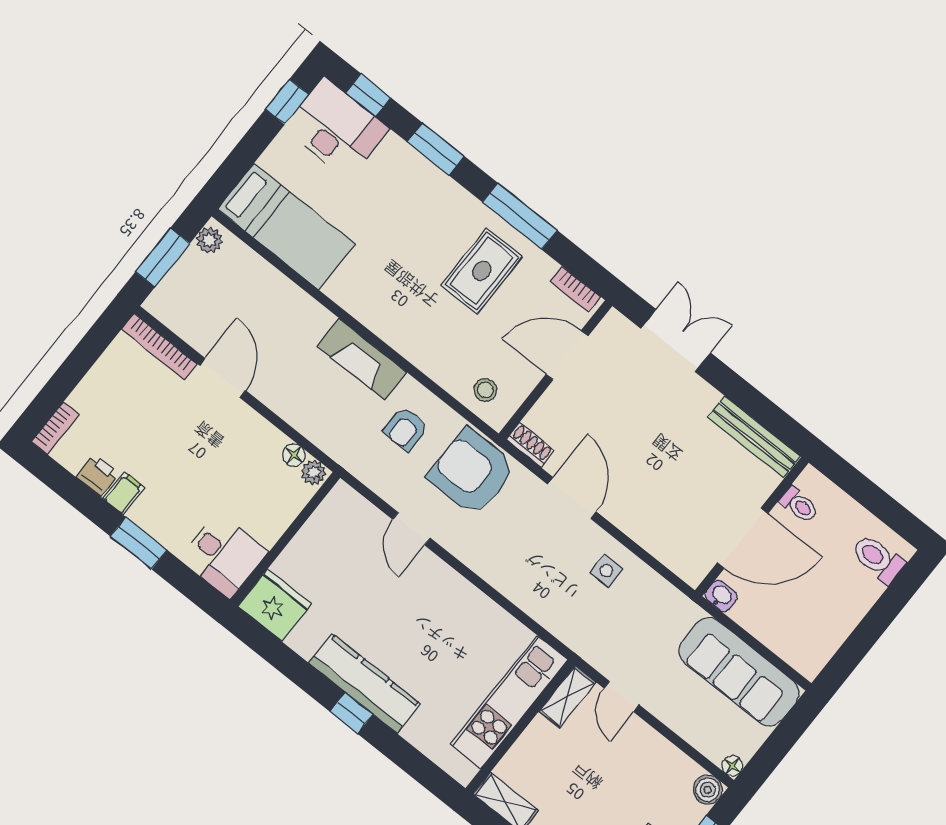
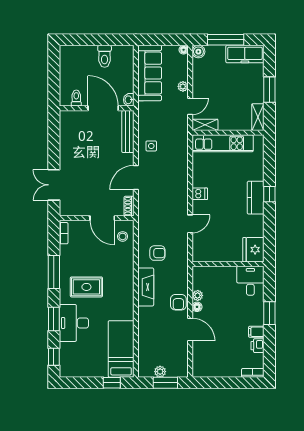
window: (287, 102) -> (112, 383), moved
desk: (336, 128) -> (74, 323), moved
plant: (209, 240) -> (160, 372), moved
rug: (482, 271) -> (86, 287), moved
bookcase: (159, 347) -> (197, 360), removed
door: (567, 355) -> (102, 218), moved
door: (223, 378) -> (190, 329), swing flipped
bench: (754, 437) -> (128, 132), moved
floor lamp: (294, 455) -> (197, 307), moved
plant: (314, 472) -> (198, 295), moved
armchair: (472, 472) -> (178, 302), moved, width x0.53, depth x0.53
toilet: (878, 559) -> (105, 56), moved
dishwasher: (452, 589) -> (200, 194), added
kitchen counter: (365, 684) -> (256, 198), width x0.67
plant: (668, 712) -> (183, 86), added

